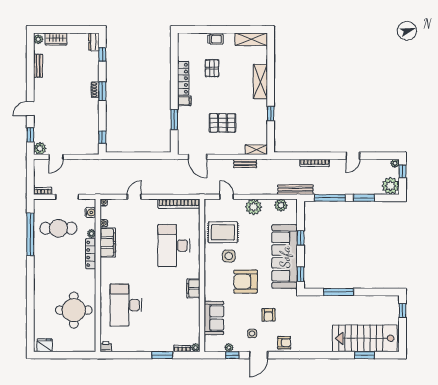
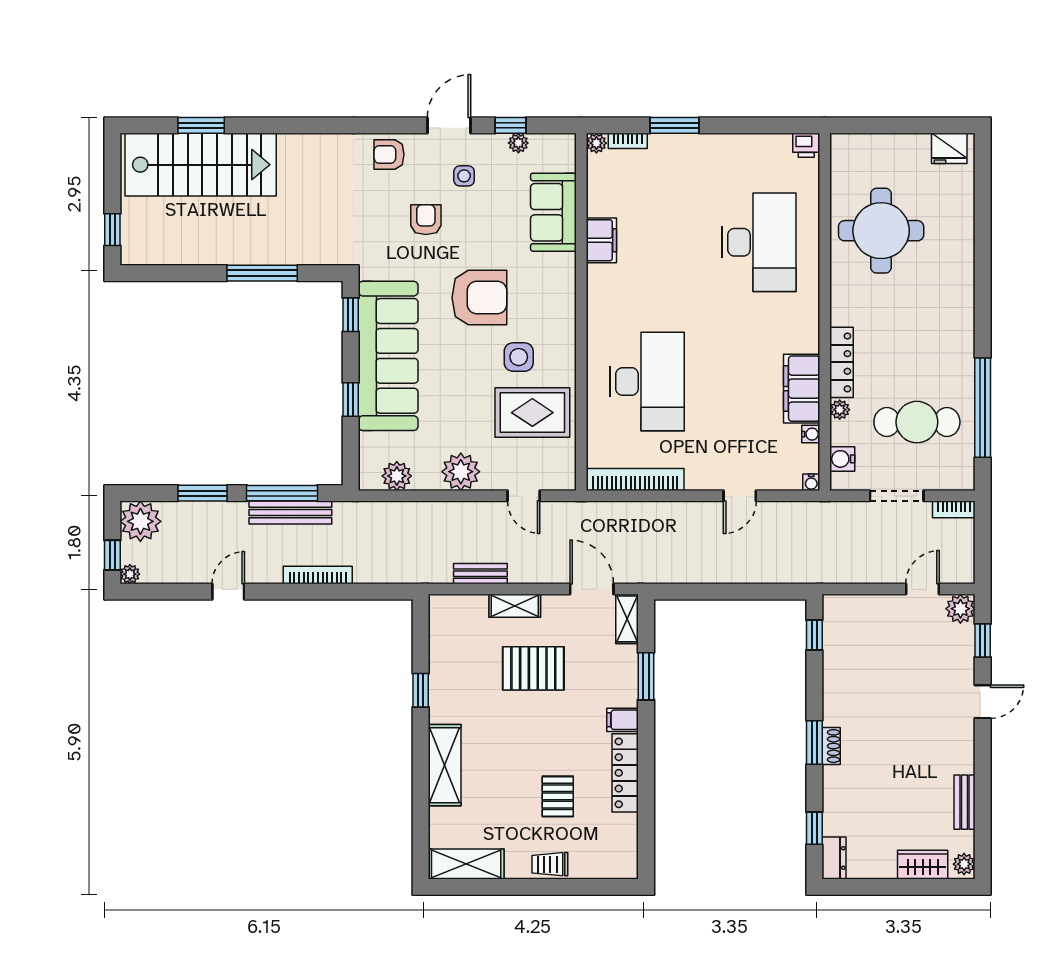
shelving: (182, 144) -> (627, 619), added
shelving: (256, 150) -> (515, 606), moved
bench: (295, 190) -> (290, 512), moved
filing cabinet: (193, 288) -> (601, 240), moved

